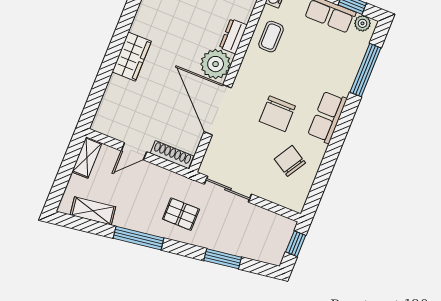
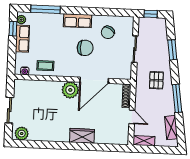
dresser: (233, 36) -> (52, 86), removed
sliding door: (228, 189) -> (135, 49), moved

